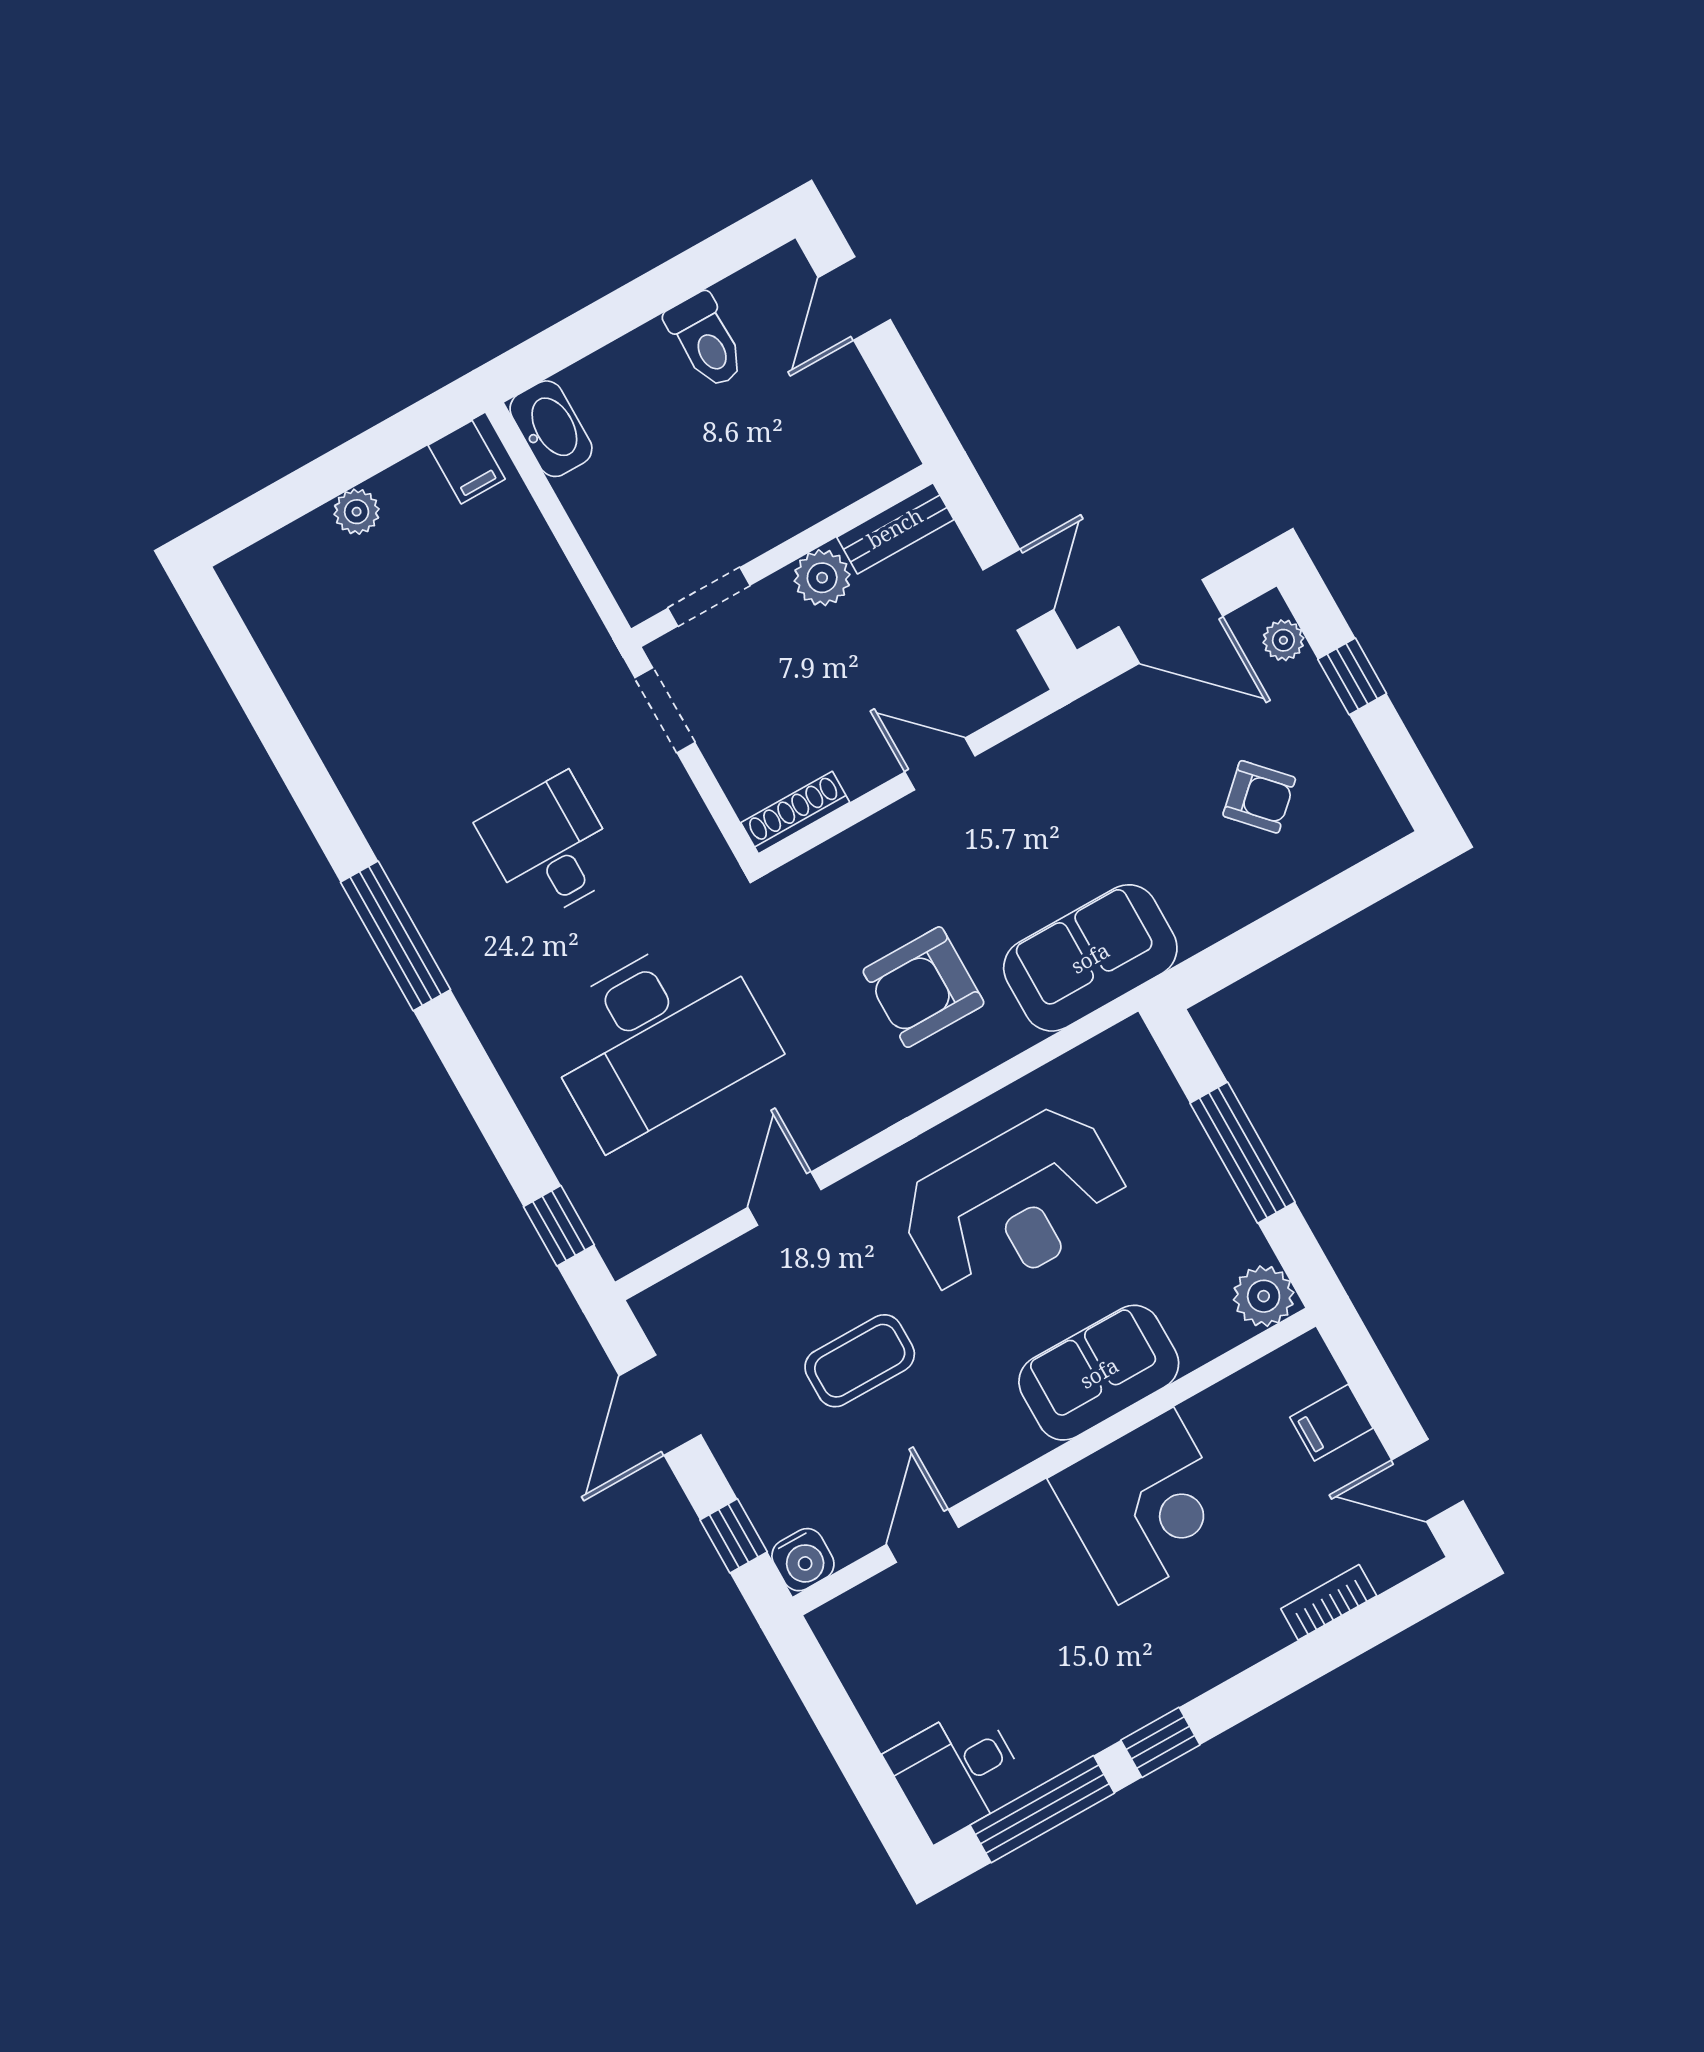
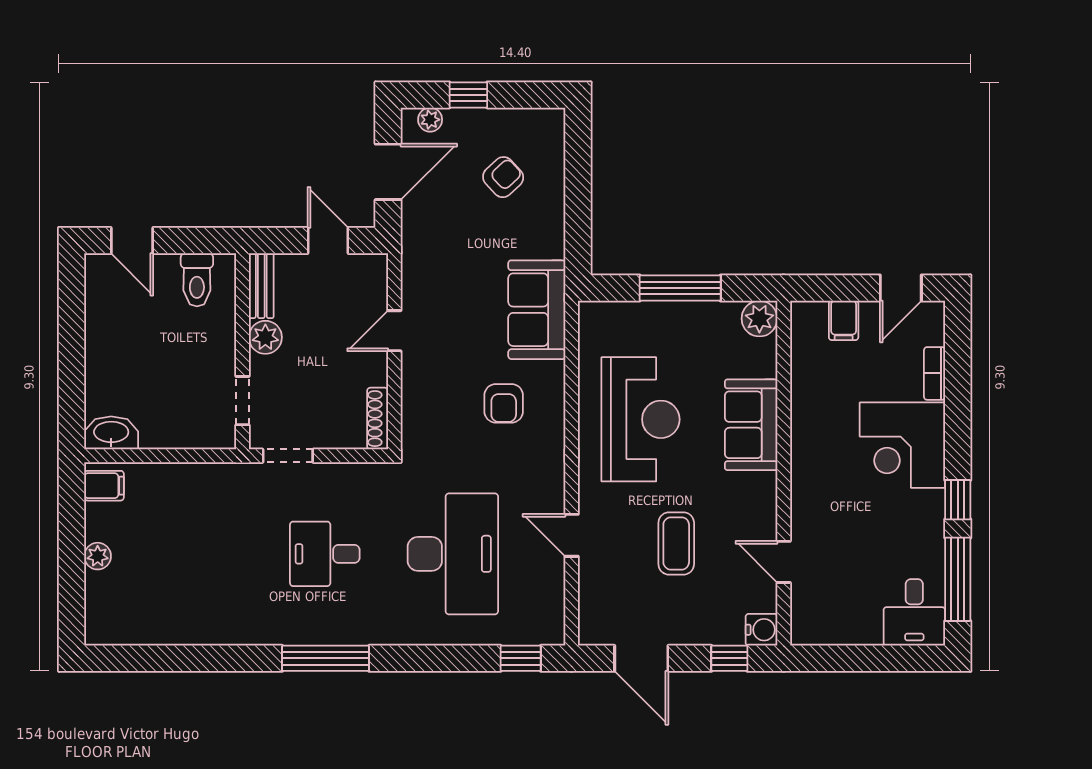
toilet: (706, 341) -> (197, 280), moved, turned 90
armchair: (923, 987) -> (504, 403), width x0.72, depth x0.72
corner desk: (1146, 1506) -> (902, 445), moved, turned 180

